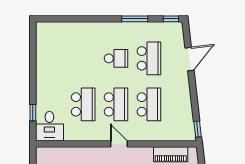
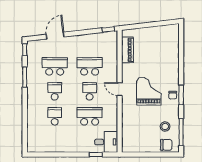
school desk: (83, 58) -> (55, 116), added
door: (189, 59) -> (55, 36), hinge flipped
school desk: (116, 104) -> (90, 91), width x0.54
door: (119, 144) -> (120, 89), hinge flipped

